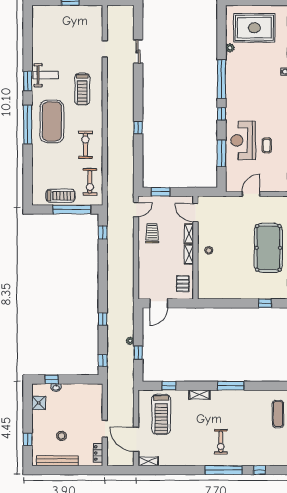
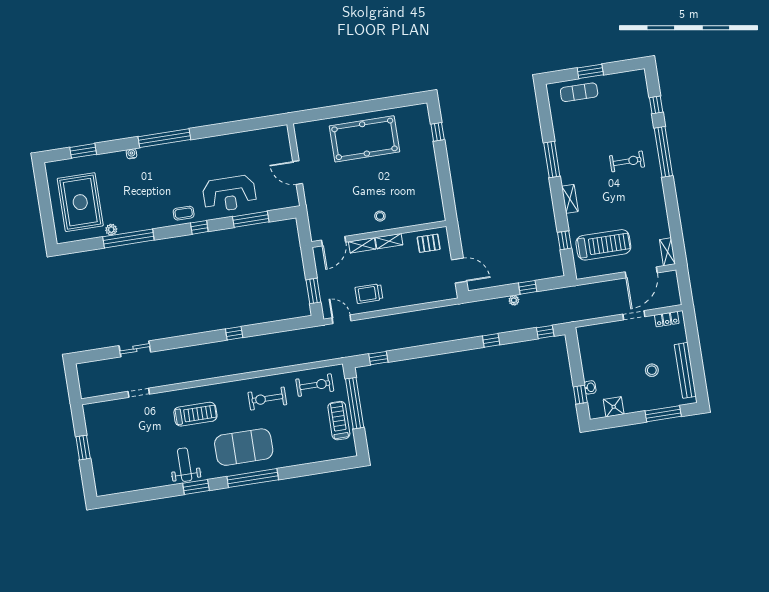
window: (222, 79) -> (128, 238), moved
coffee table: (267, 145) -> (184, 213), moved
window: (28, 439) -> (663, 414), width x2.17

